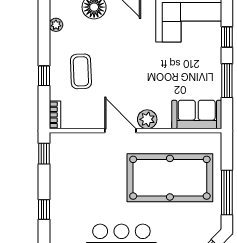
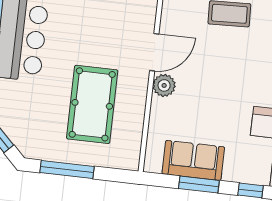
sofa: (197, 114) -> (193, 160), moved, turned -90
pool table: (170, 178) -> (92, 104), width x0.73, depth x0.76

